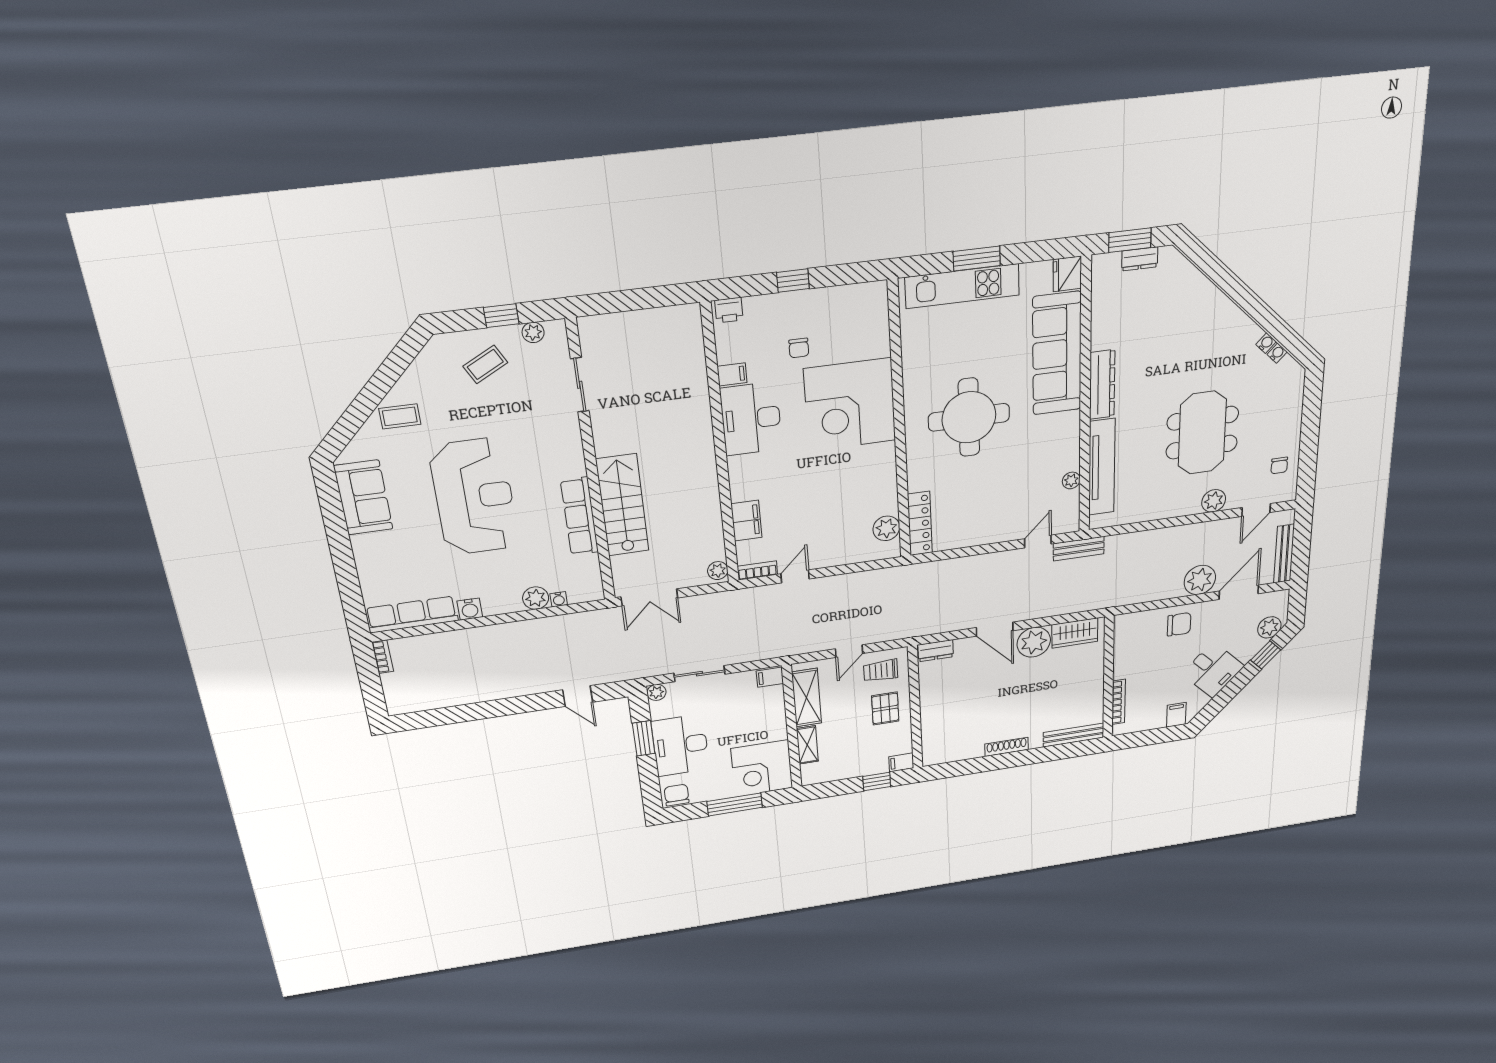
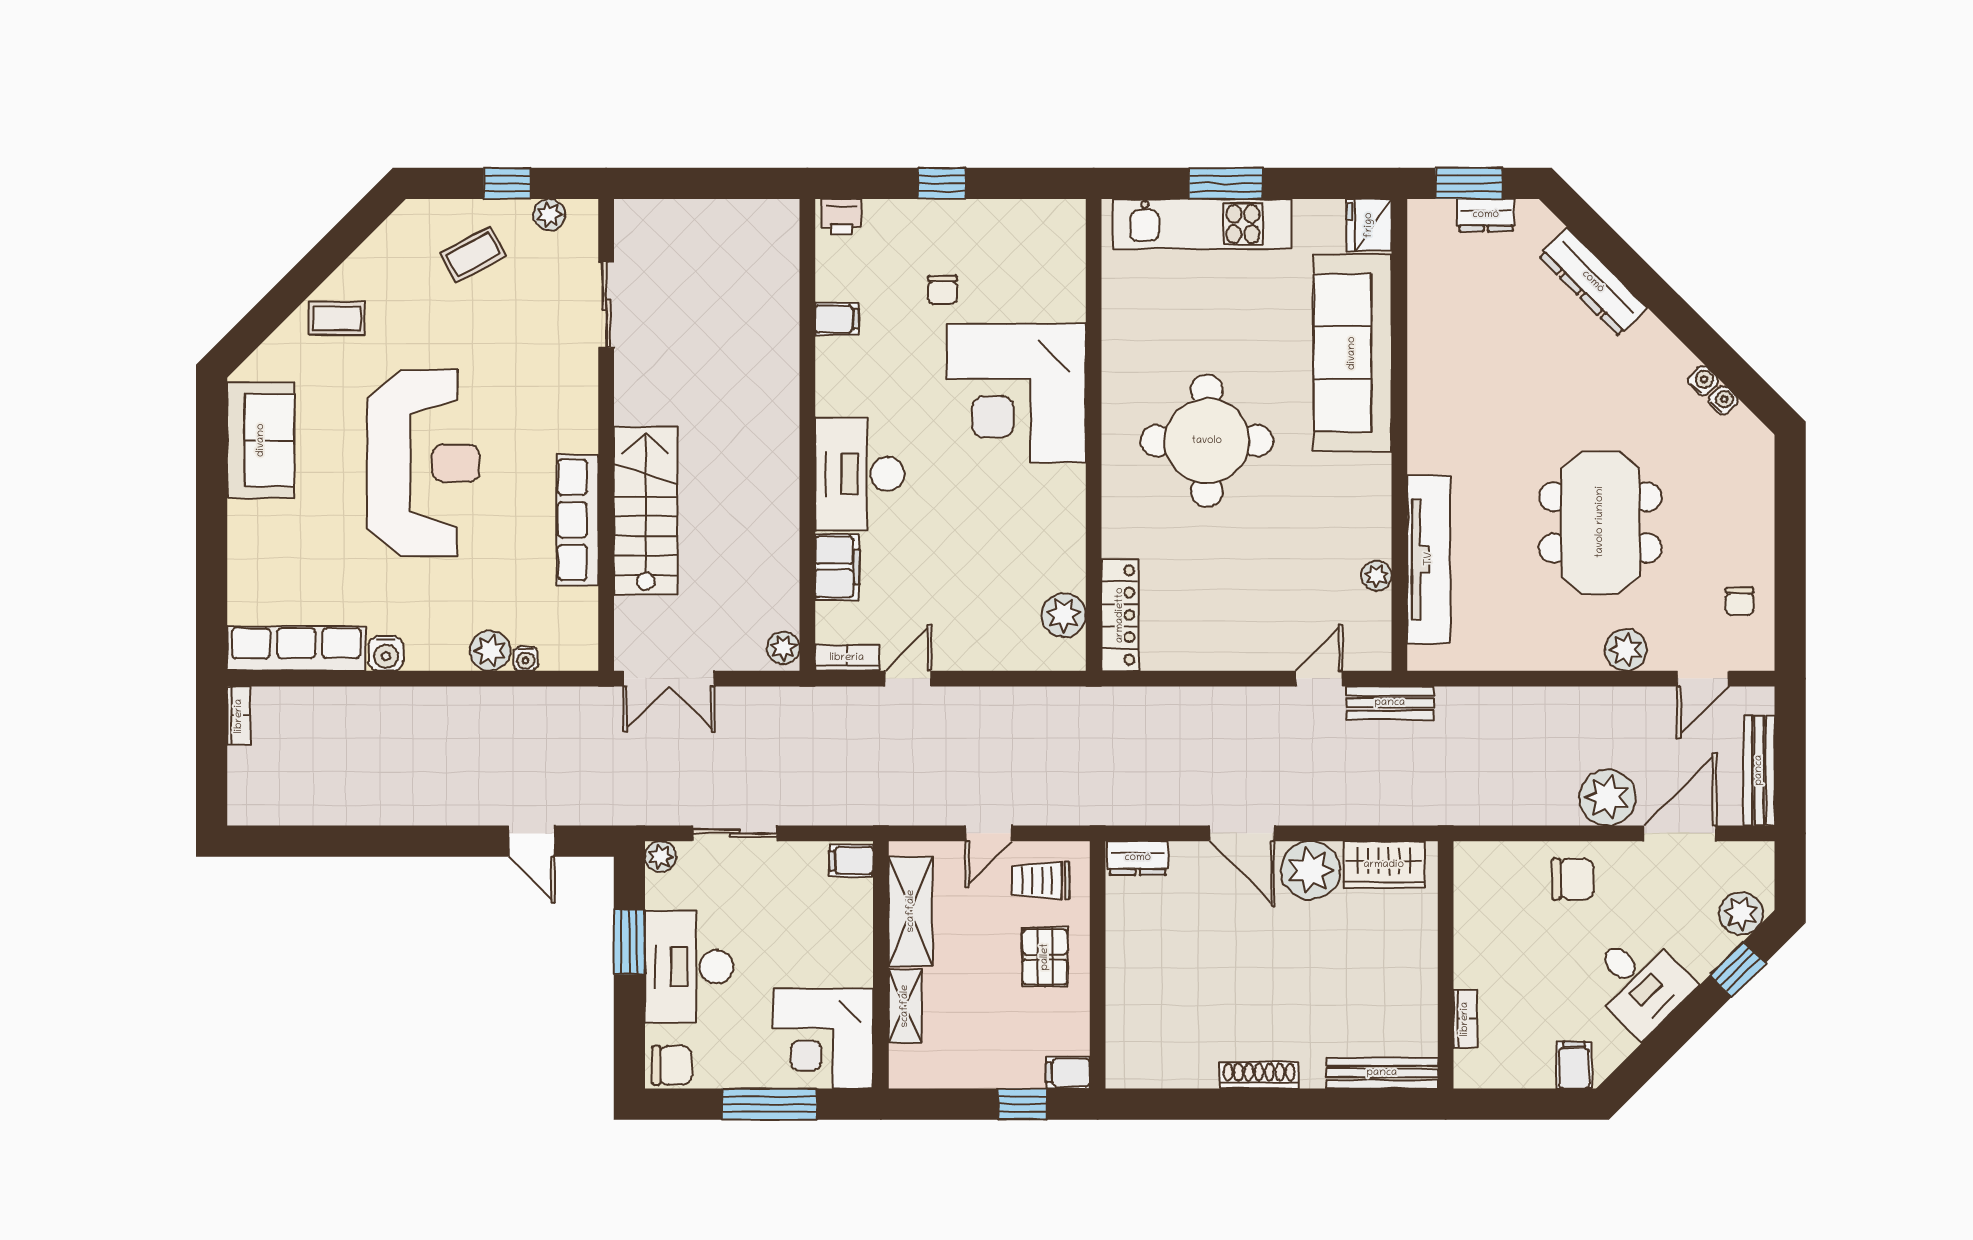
dresser: (1102, 385) -> (1593, 282), moved, turned 135
desk: (751, 419) -> (860, 474), moved
bookcase: (1119, 702) -> (1465, 1019), width x0.64
chair: (677, 795) -> (672, 1065), turned 90

